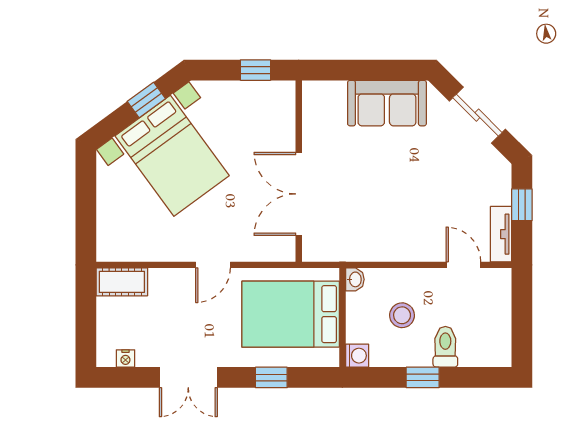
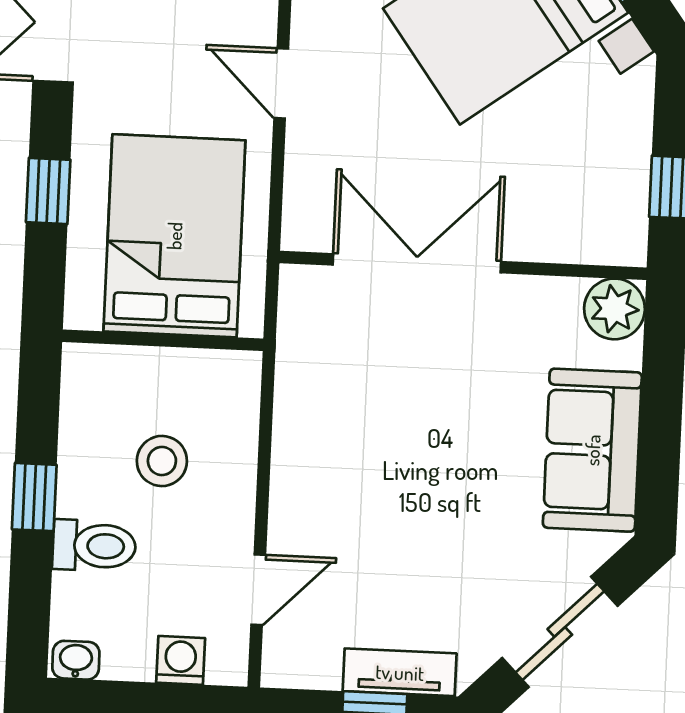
plant: (317, 95) -> (614, 309), added
tv unit: (501, 234) -> (400, 672), moved
washbasin: (355, 279) -> (76, 660), moved, turned 180
washing machine: (357, 356) -> (181, 660), moved, turned 180

